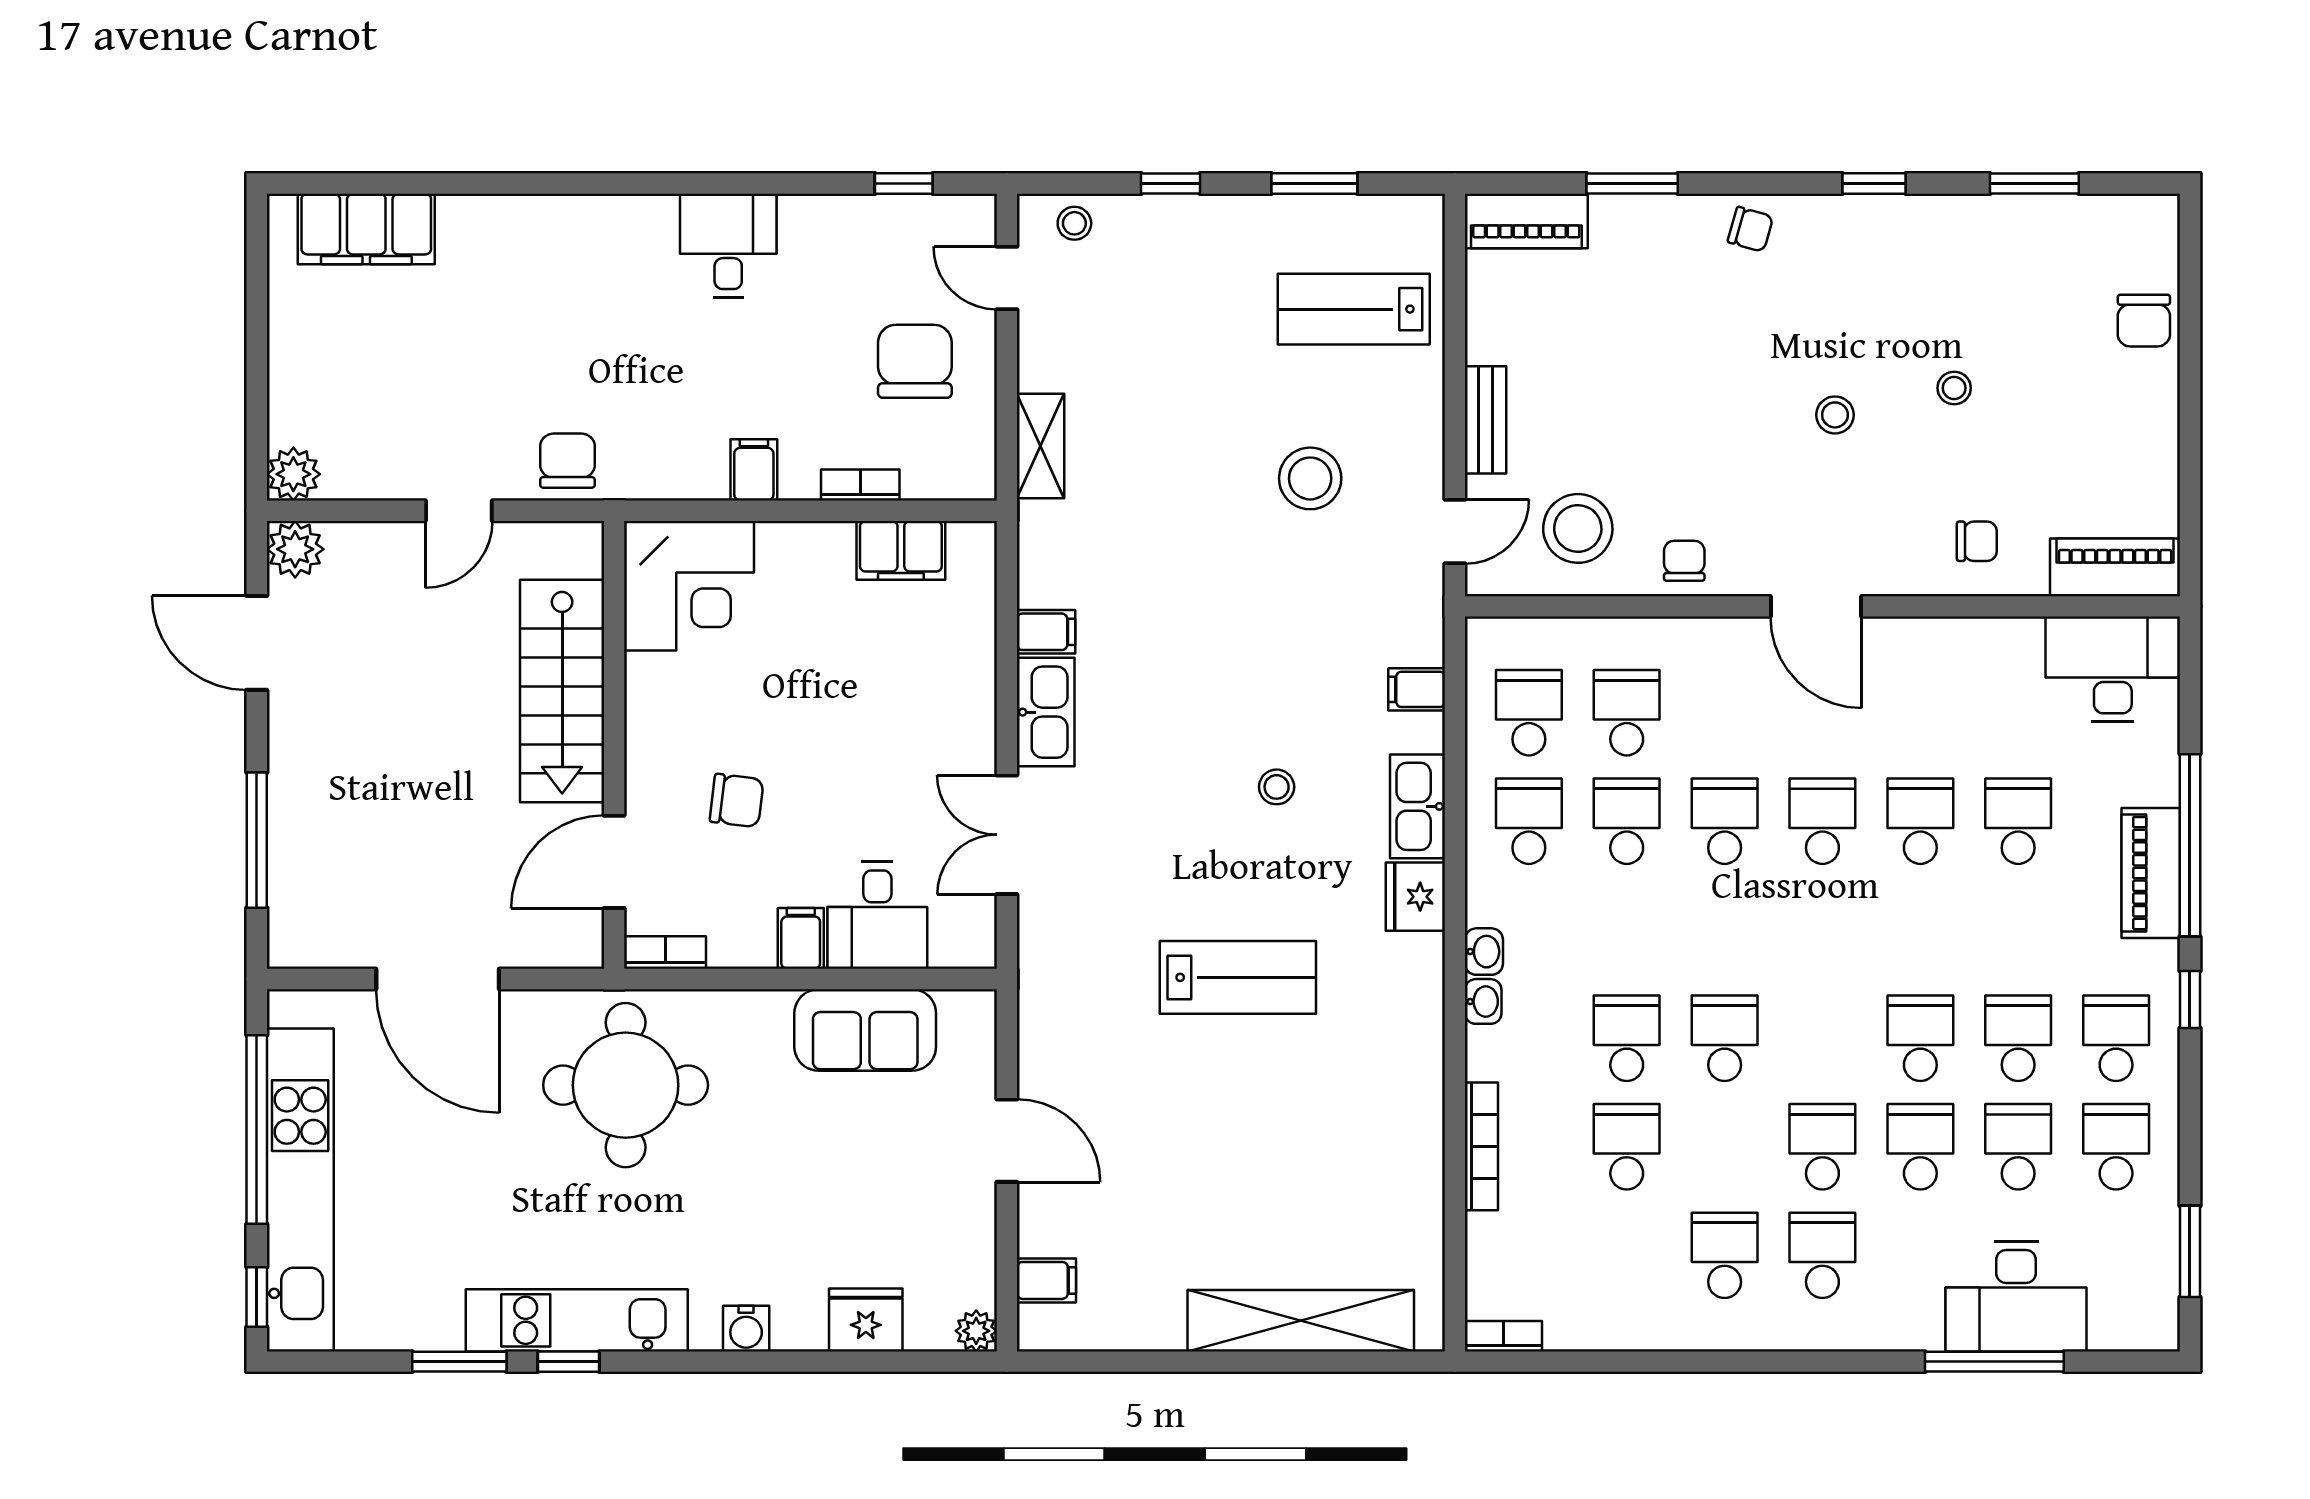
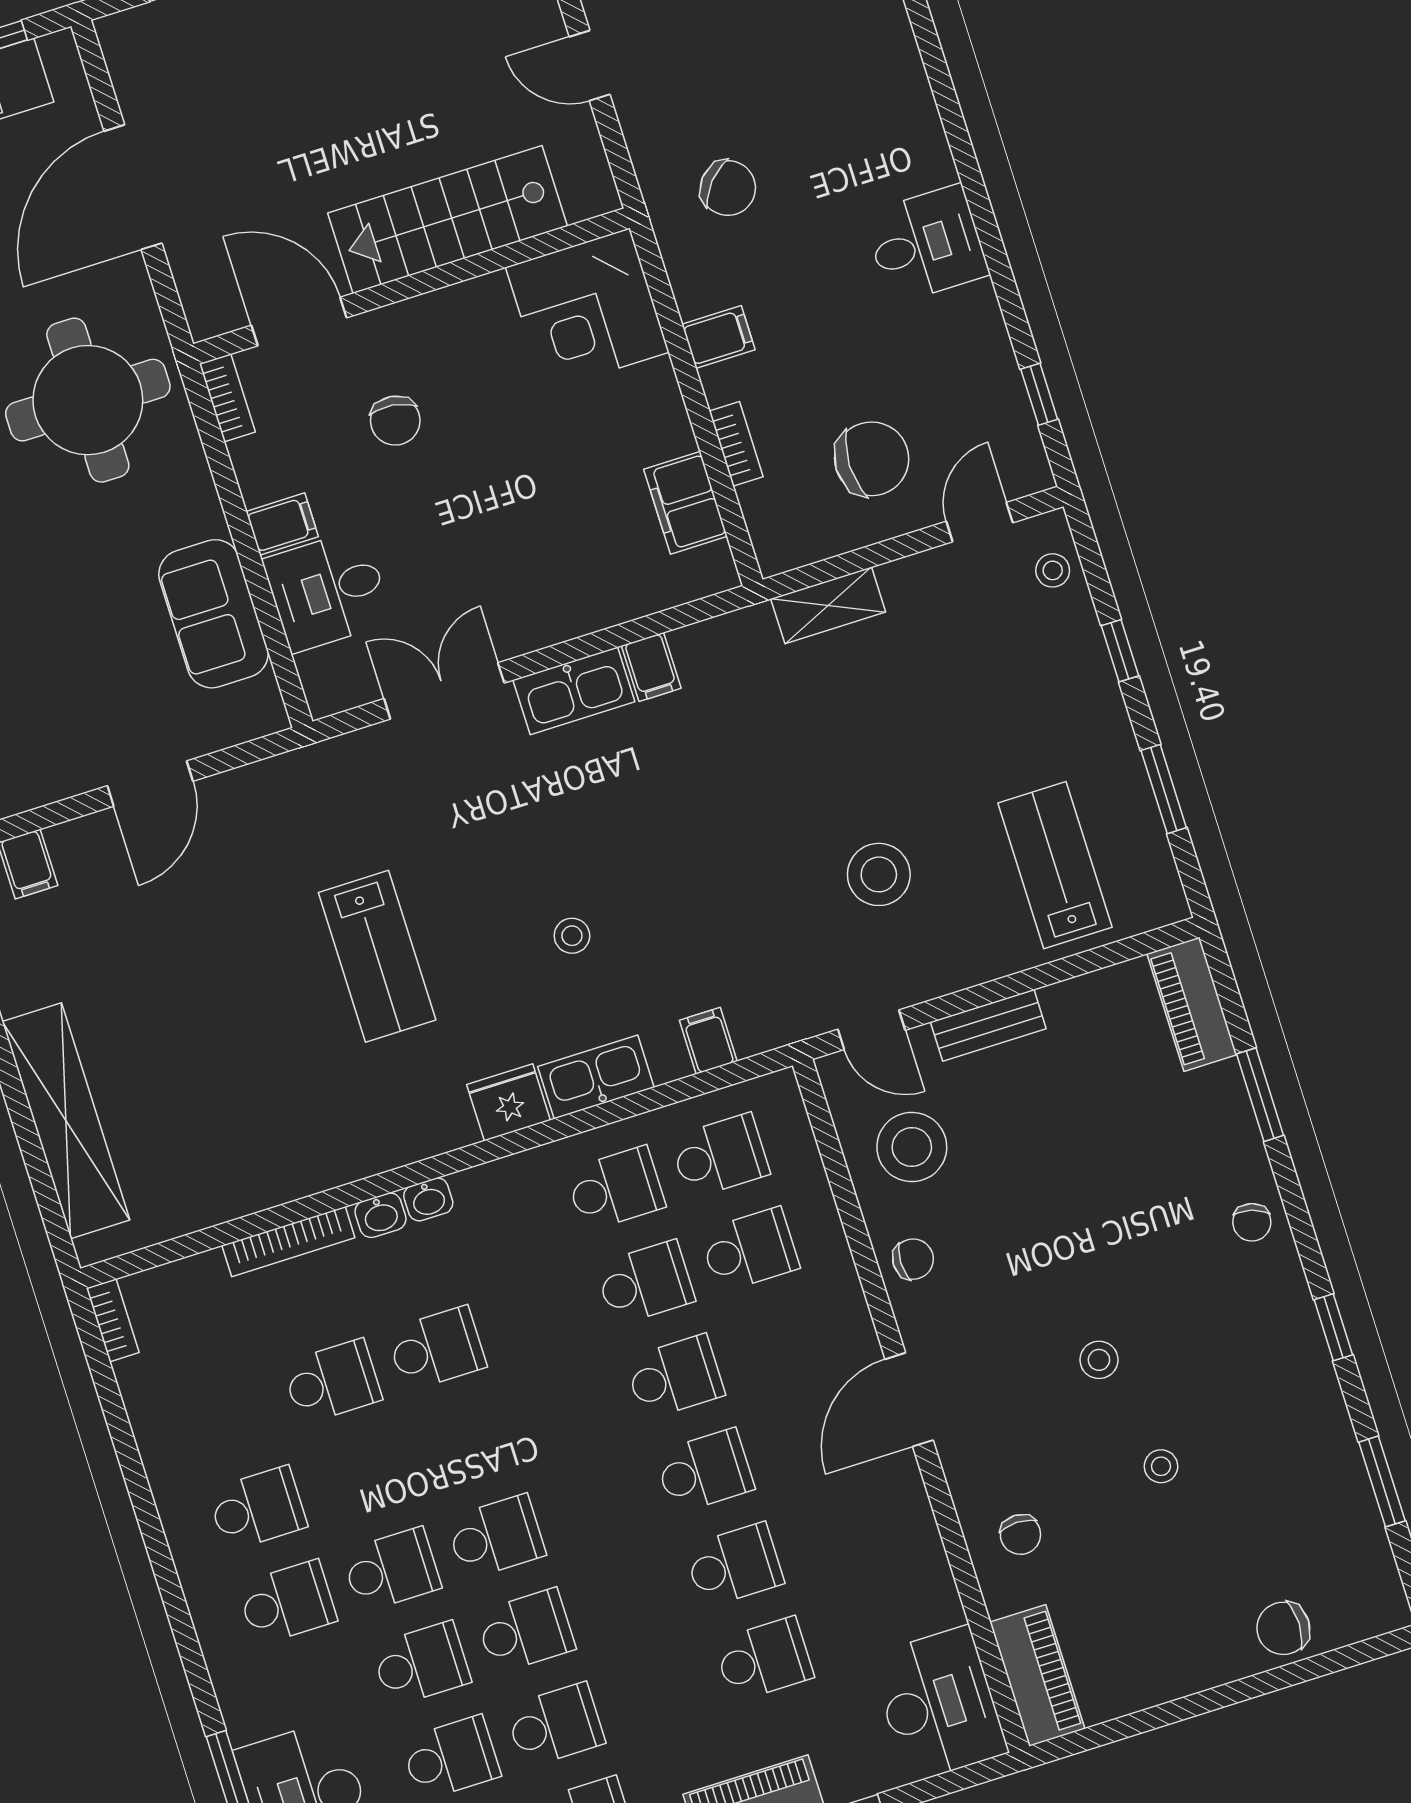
chair: (568, 461) -> (728, 188), moved, turned 41
washbasin: (1484, 952) -> (381, 1215), moved
school desk: (1725, 1038) -> (496, 1537), moved

